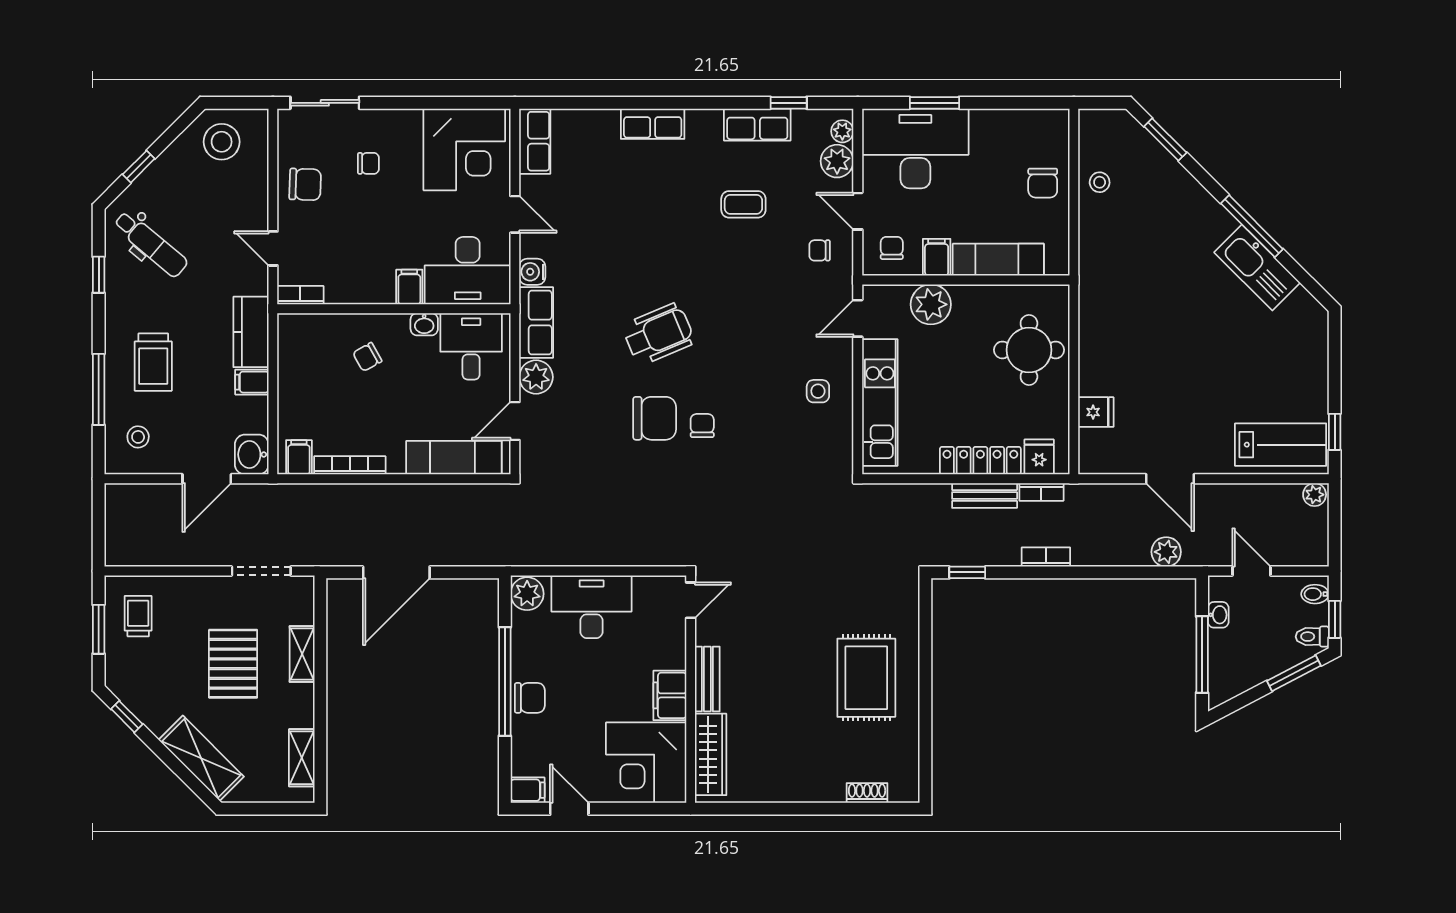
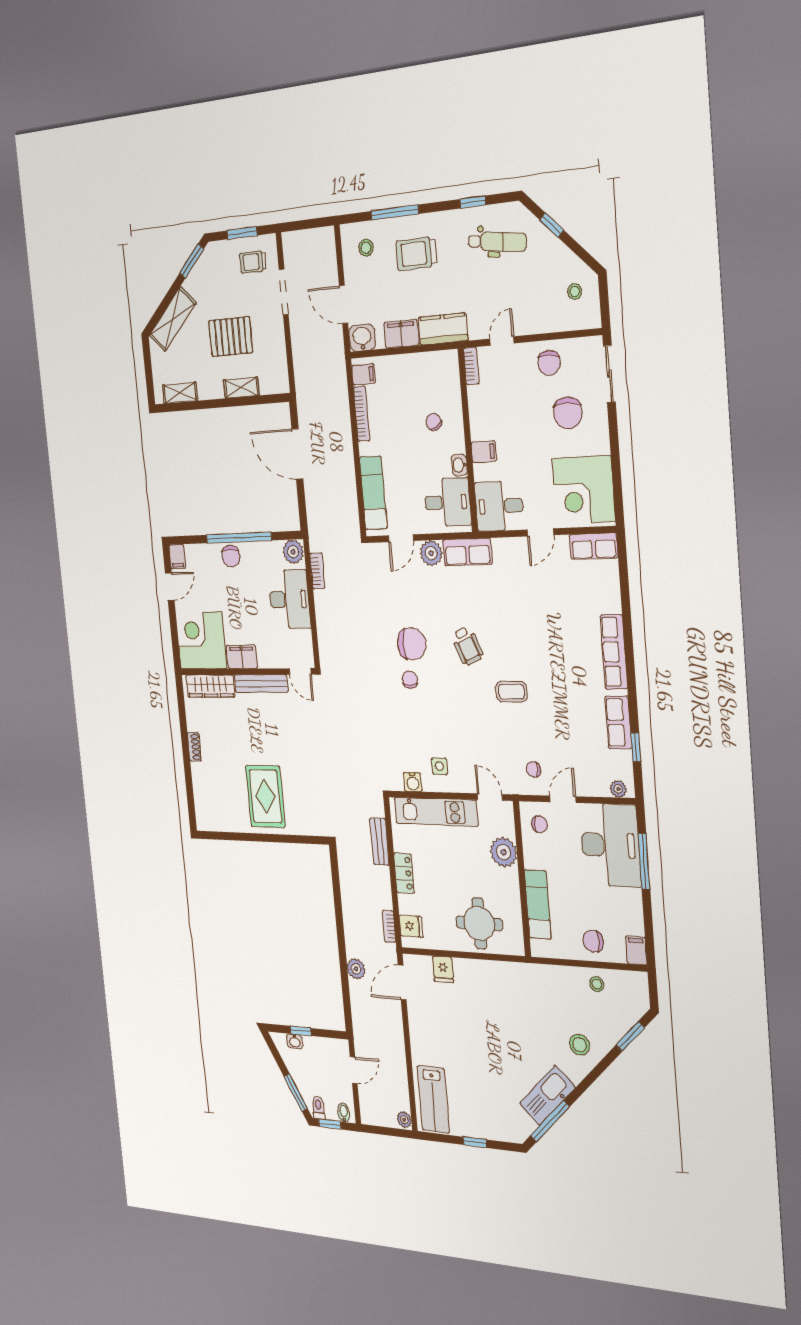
window: (934, 103) -> (644, 861), width x1.44
row of seats: (653, 124) -> (614, 652), width x1.48
stool: (222, 142) -> (575, 292), width x0.53, depth x0.53
plant: (837, 161) -> (597, 784), removed
chair: (368, 163) -> (568, 413), width x1.87, depth x1.87
coffee table: (743, 204) -> (511, 692), moved, turned 90
stool: (1183, 214) -> (580, 1045), added
window: (1252, 226) -> (550, 1121), moved
dental chair: (151, 244) -> (497, 242), turned -123
chair: (820, 250) -> (534, 769), turned -90
filing cabinet: (937, 257) -> (636, 950), moved, turned -90
desk: (468, 271) -> (499, 506), width x0.73
water cooler: (532, 272) -> (413, 782), moved, turned 180
wheelchair: (659, 334) -> (467, 646), width x0.73, depth x0.73
filing cabinet: (252, 382) -> (401, 334), width x2.00
chair: (655, 418) -> (412, 644), turned -90
door: (515, 421) -> (401, 538), swing flipped
chair: (702, 426) -> (410, 680), turned -90
window: (1335, 432) -> (475, 1142), moved
locker: (980, 461) -> (404, 873), width x0.66
door: (1170, 479) -> (402, 982), moved
bench: (985, 495) -> (379, 842), moved
plant: (1166, 552) -> (356, 969), moved
bookcase: (1046, 557) -> (317, 571), moved
doorway: (261, 571) -> (284, 292), moved
window: (967, 572) -> (335, 870), removed
washbasin: (1218, 615) -> (295, 1041), moved
trolley: (138, 616) -> (253, 262), turned 180
window: (1202, 655) -> (301, 1031), width x0.46
rug: (866, 678) -> (265, 796), turned 90
bench: (707, 679) -> (261, 684), width x1.36
window: (127, 717) -> (192, 261), width x1.50
shoe rack: (867, 793) -> (194, 747), moved

